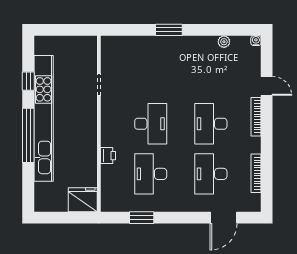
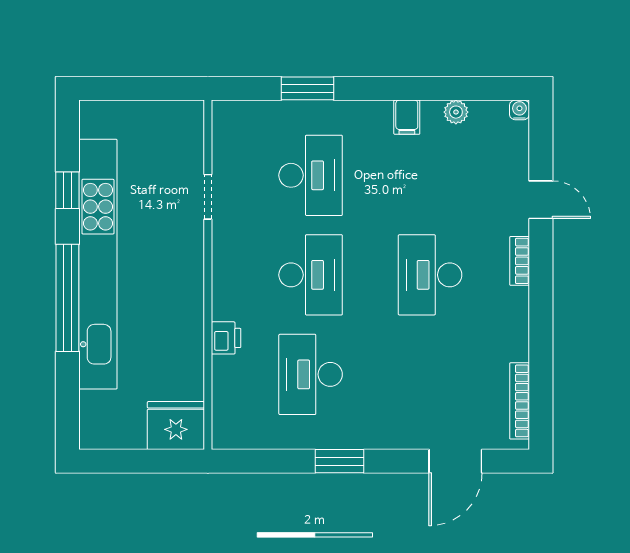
window: (169, 30) -> (307, 88), moved
filing cabinet: (199, 44) -> (407, 117), added
bookcase: (256, 117) -> (520, 261), width x0.64
bookcase: (256, 173) -> (520, 401), moved
desk: (211, 174) -> (311, 175), moved, turned 180
window: (142, 218) -> (340, 461), moved

